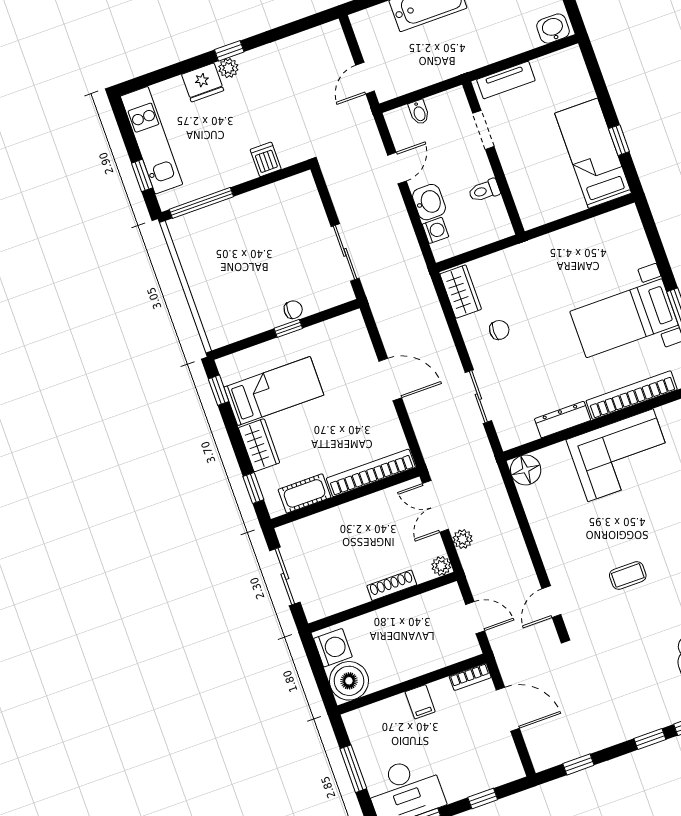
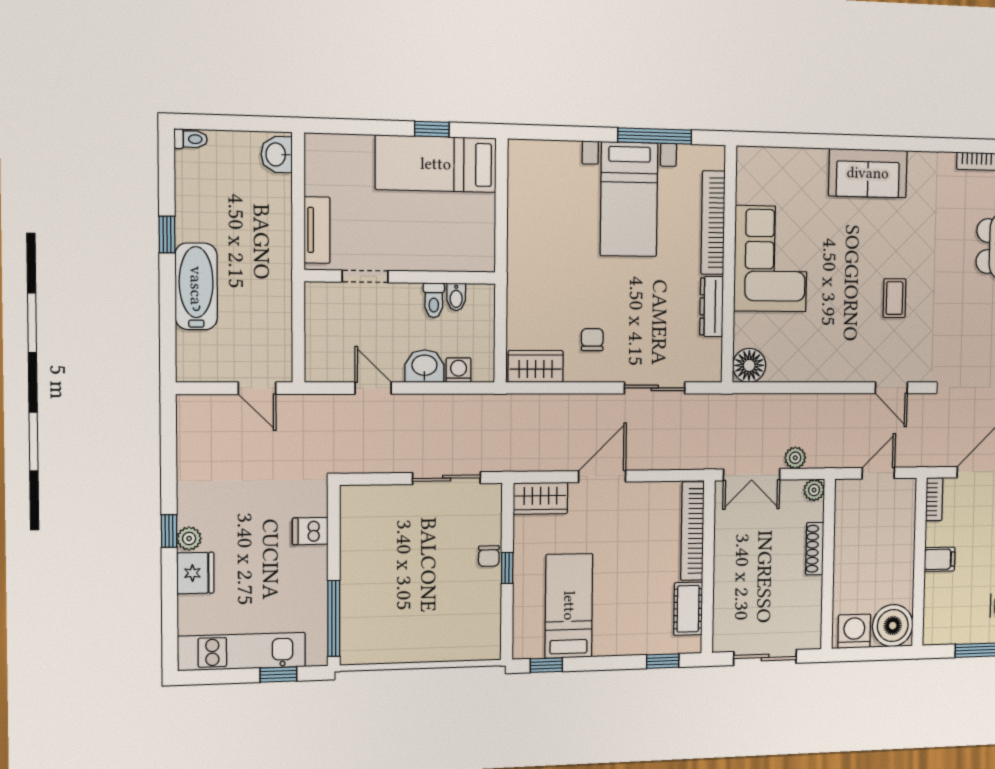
bidet: (419, 112) -> (456, 297), moved, turned 90
chair: (293, 310) -> (489, 556), turned 180
wardrobe: (259, 445) -> (540, 498), moved, turned 180

